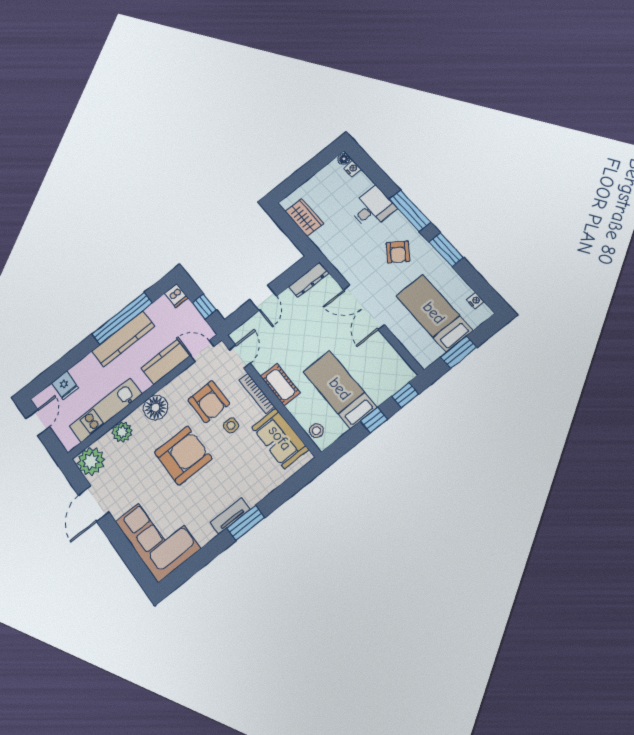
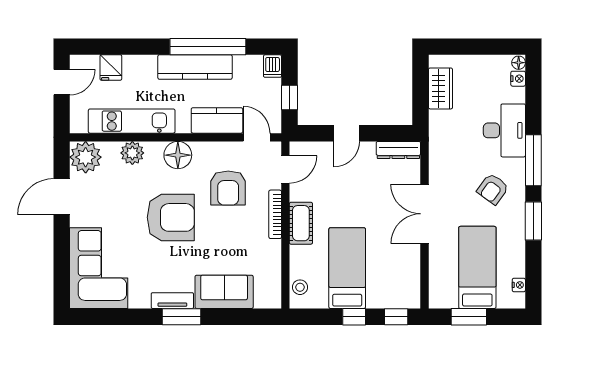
desk: (372, 208) -> (504, 130), width x1.37
side table: (231, 425) -> (232, 224), removed
sofa: (280, 438) -> (224, 292), moved, turned 90

